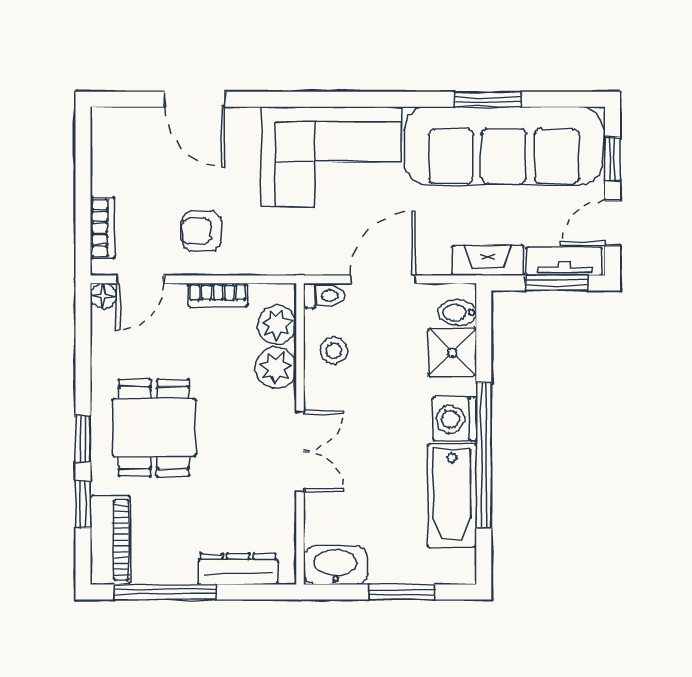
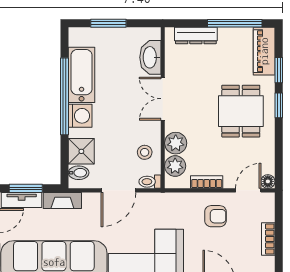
bookcase: (103, 228) -> (268, 239), moved
washbasin: (336, 565) -> (150, 57), moved, turned 90

